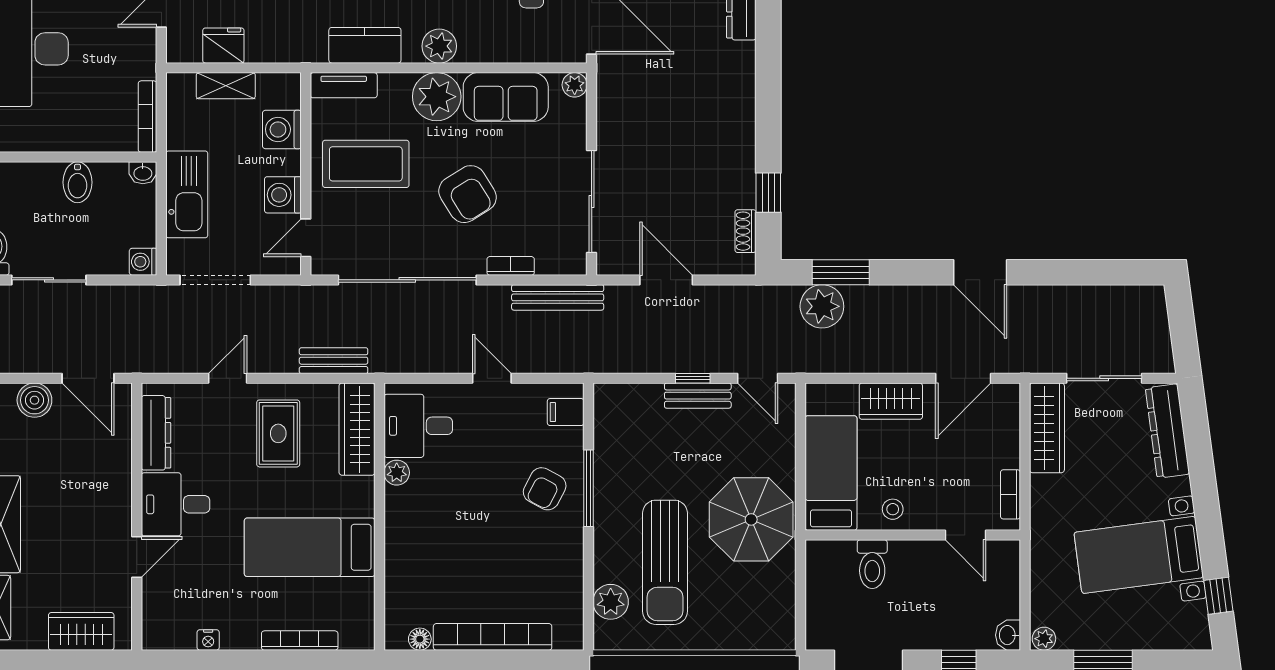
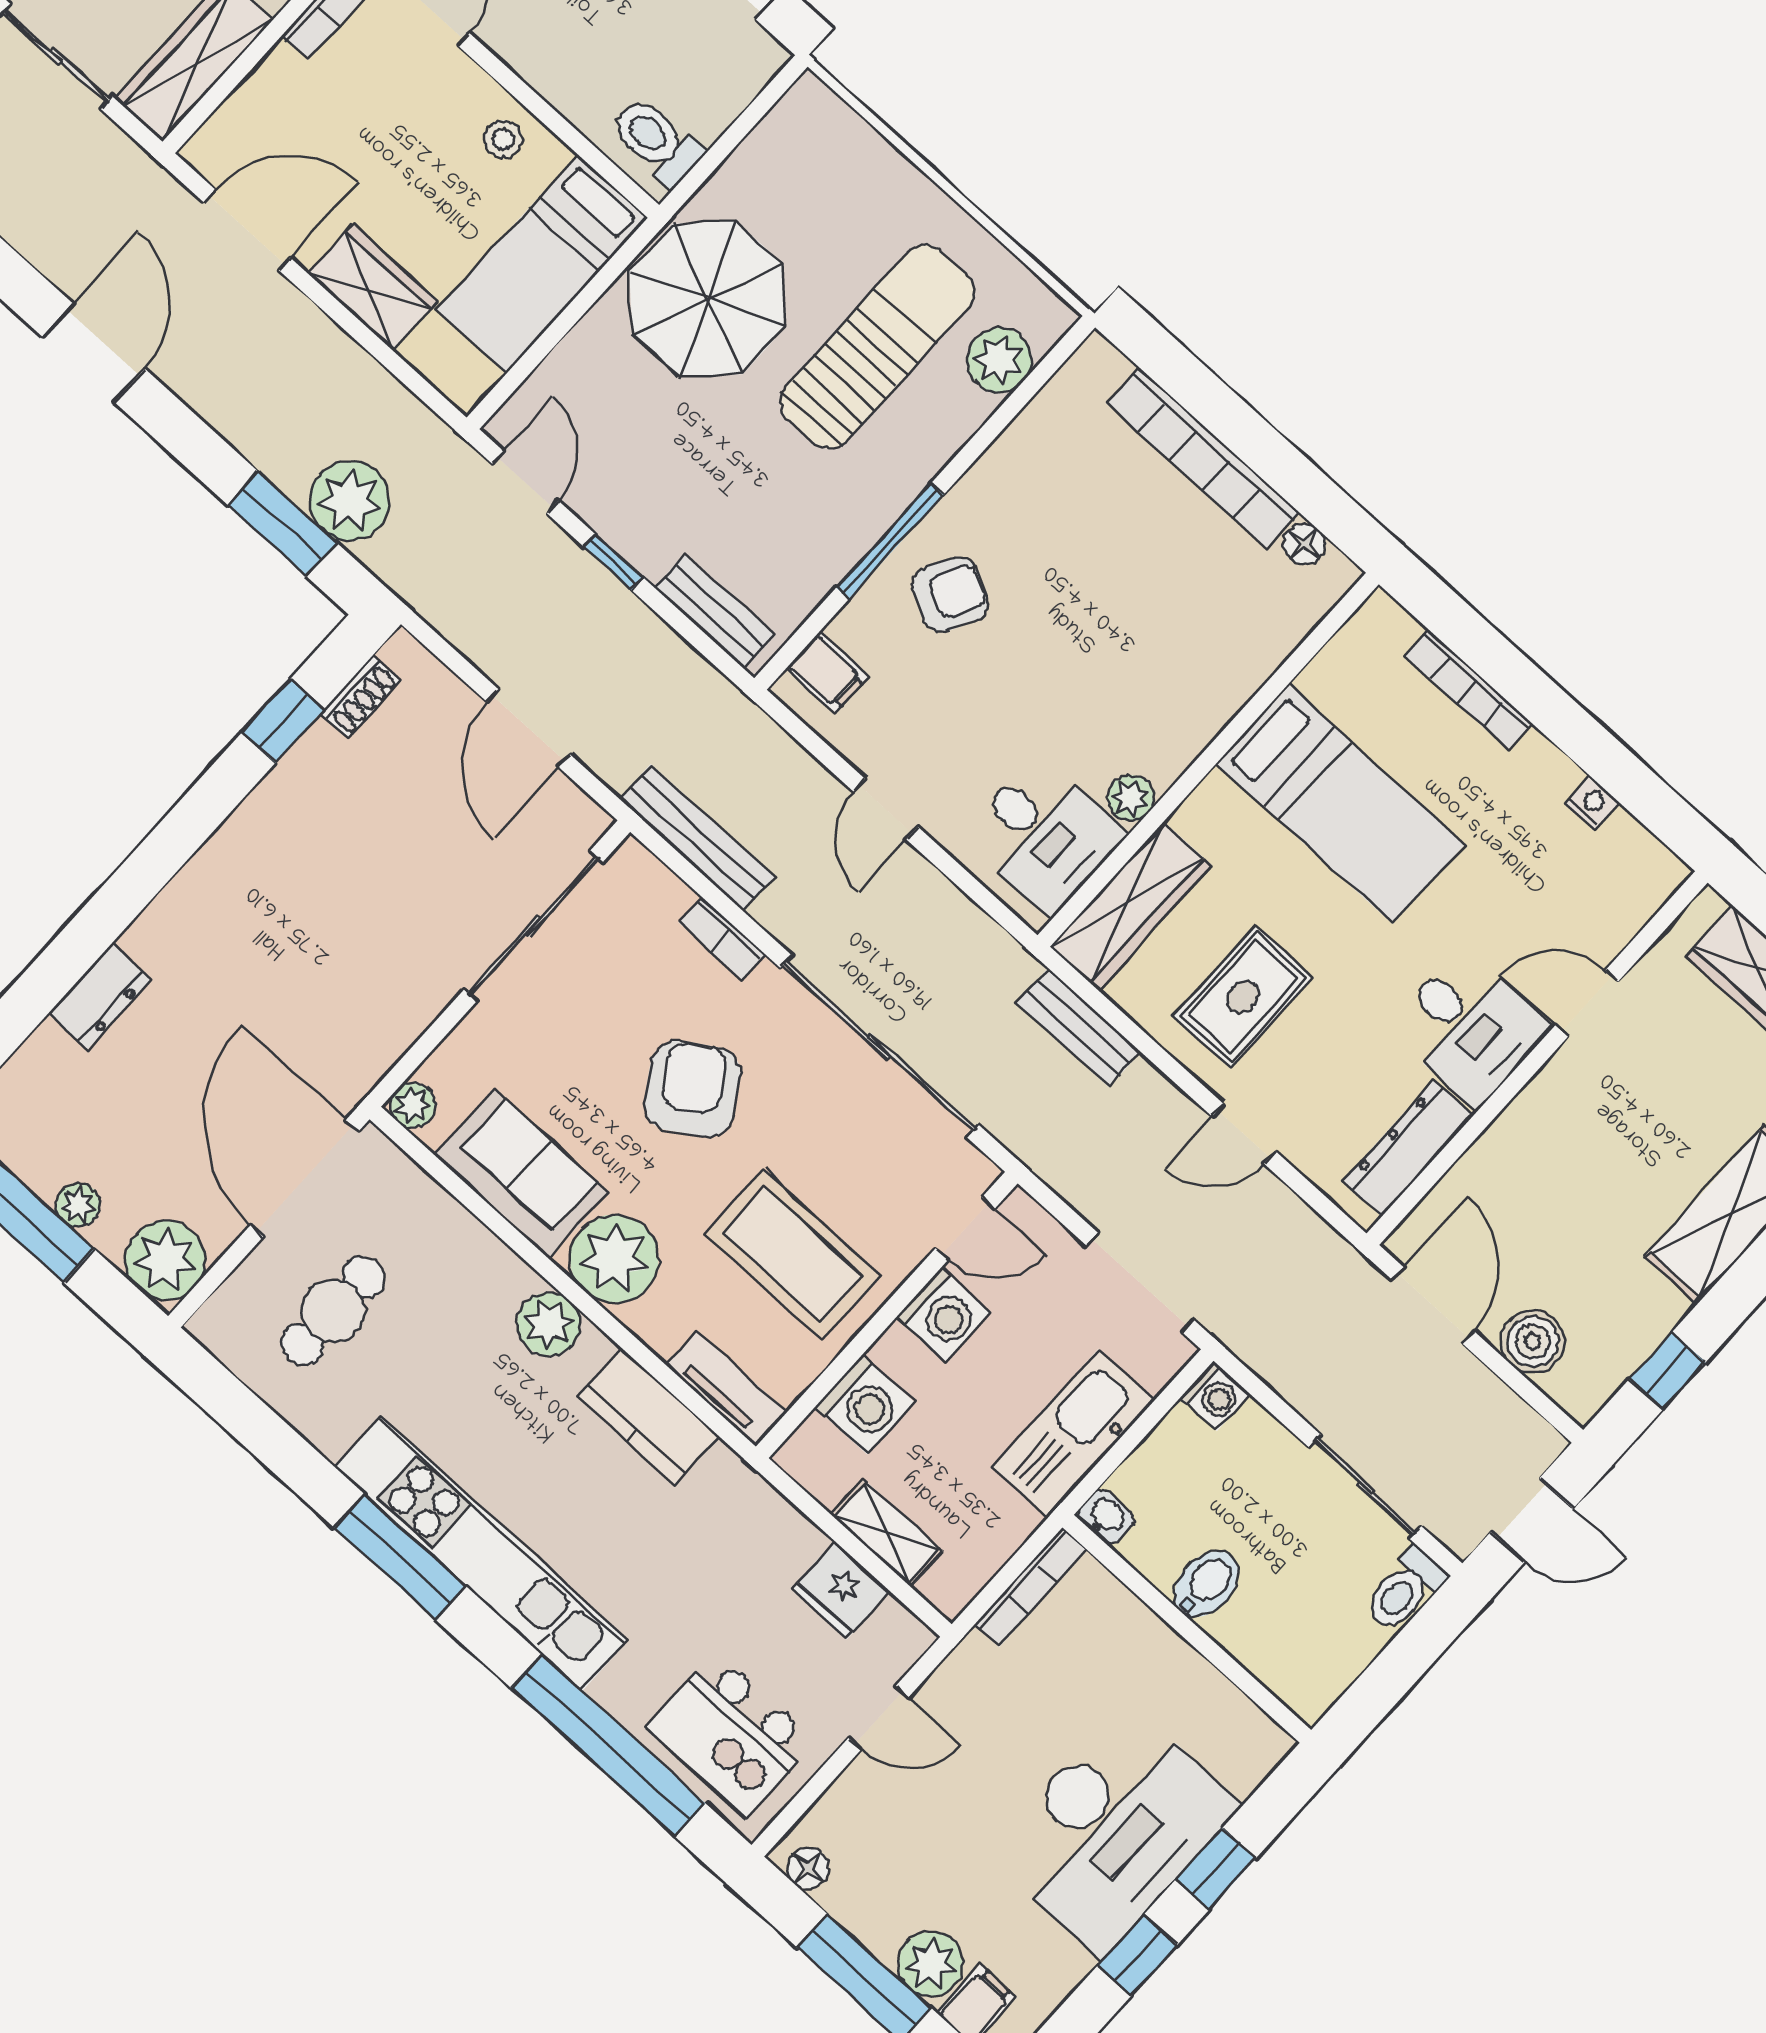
bench: (698, 396) -> (715, 611), moved
toilet: (872, 564) -> (657, 141), moved, turned -90

